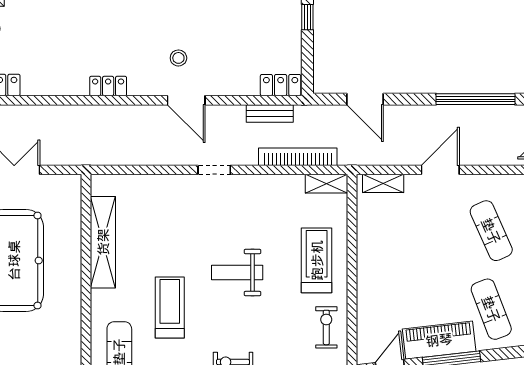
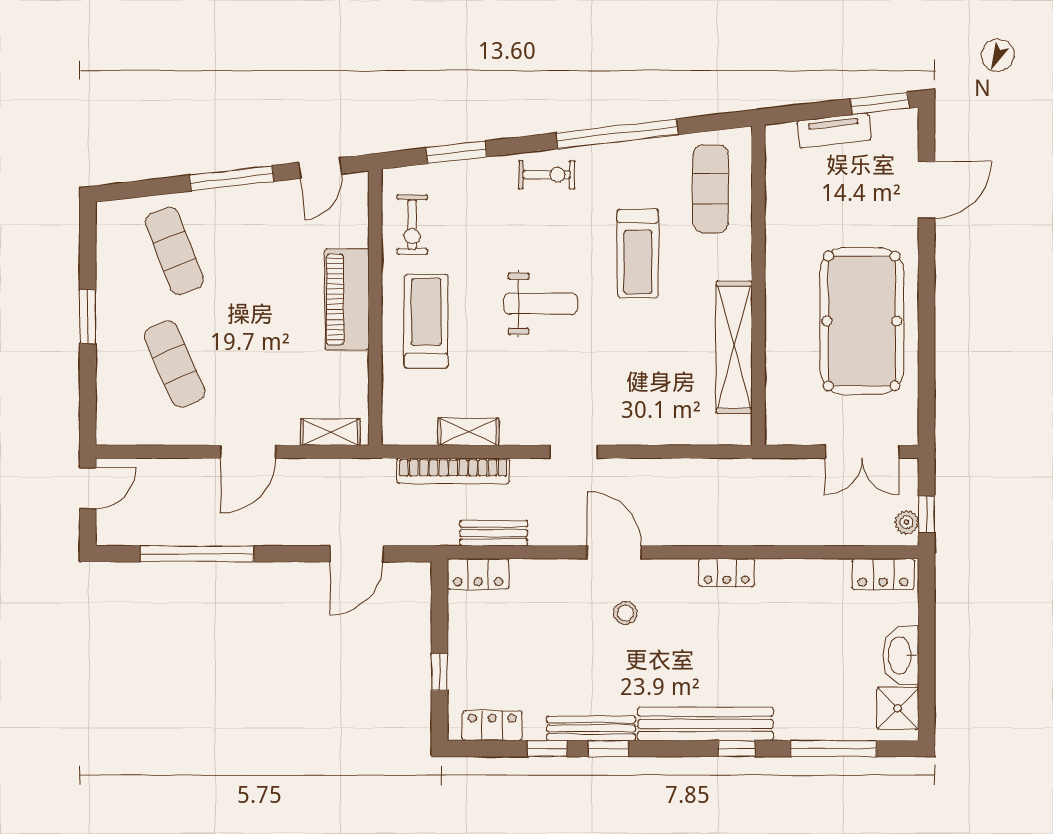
door: (365, 99) -> (356, 554), swing flipped
shelving: (327, 184) -> (468, 432), moved
treadmill: (317, 260) -> (426, 321), turned 180
piano: (439, 340) -> (347, 299), moved, turned 97

